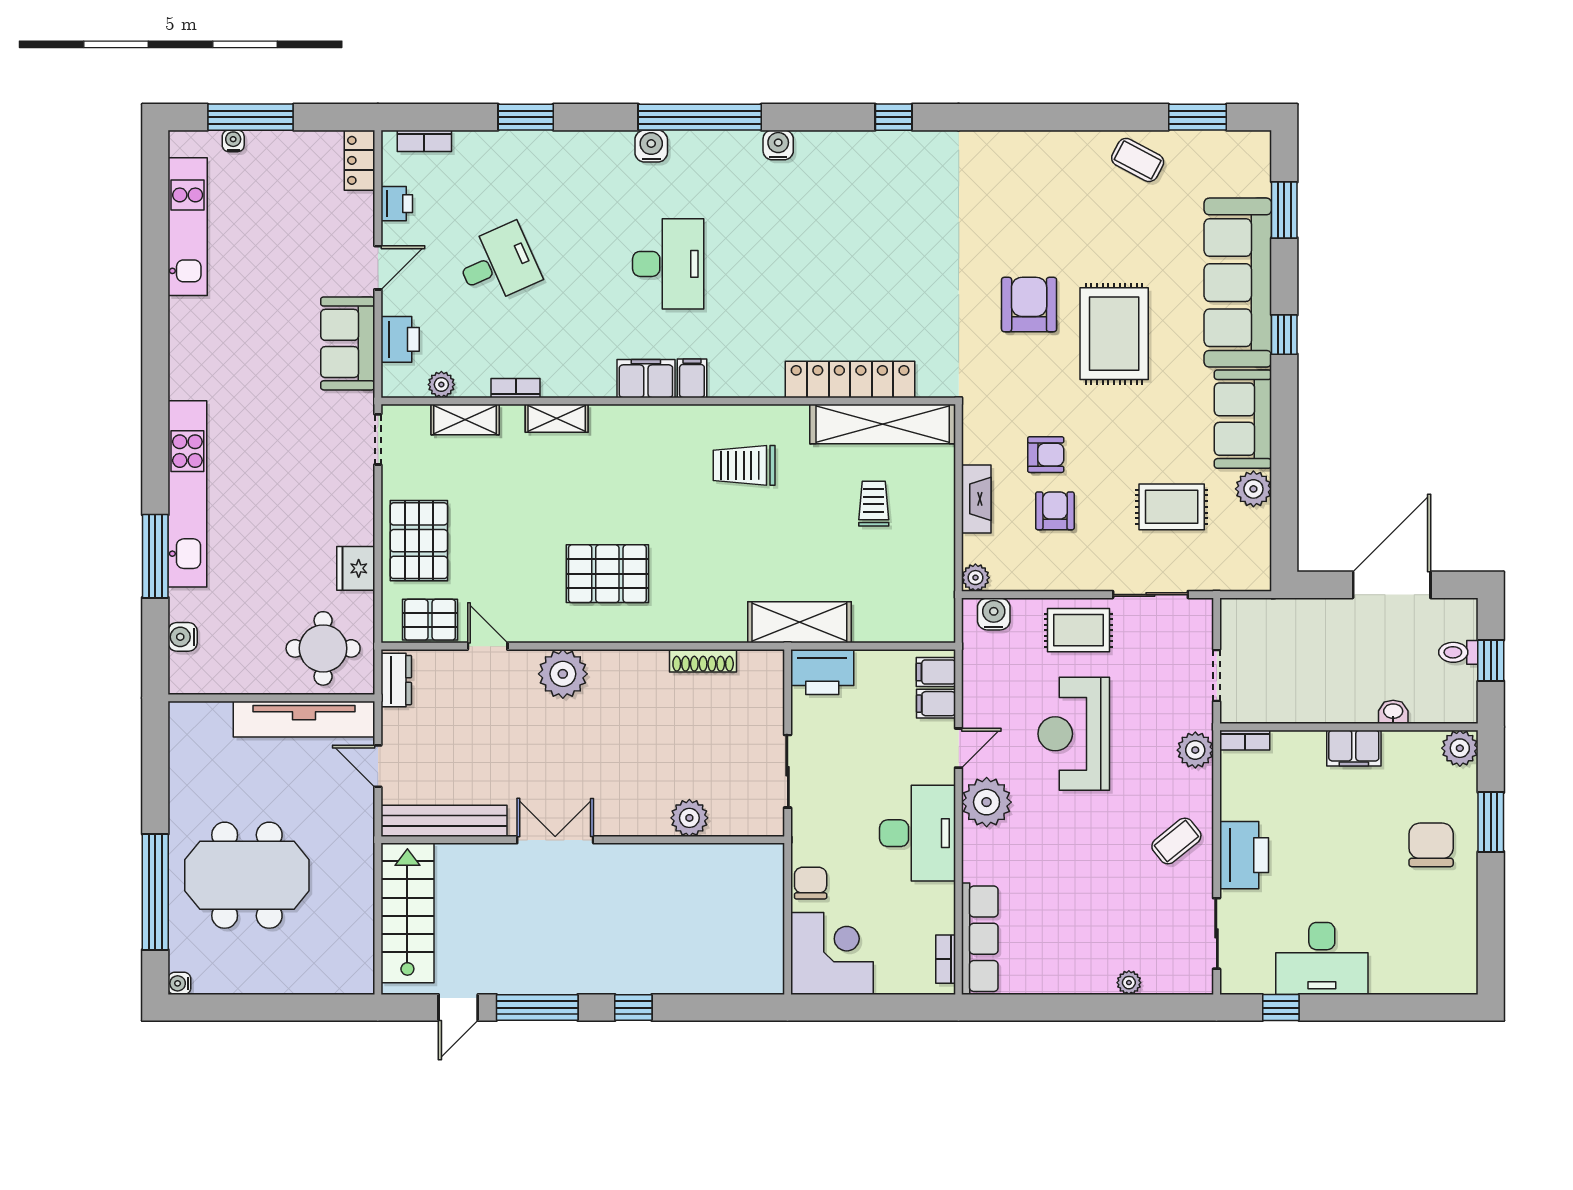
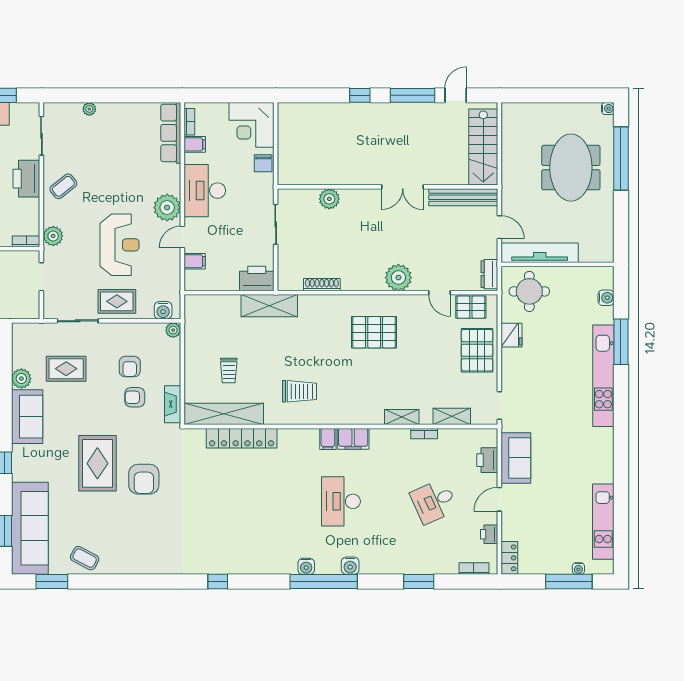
water cooler: (778, 145) -> (306, 566), moved
sofa: (1238, 283) -> (30, 528), moved
plant: (441, 385) -> (465, 435), removed
fireplace: (976, 499) -> (173, 404), moved
filing cabinet: (936, 672) -> (195, 144), moved
meeting table: (247, 875) -> (571, 168), turned 90

